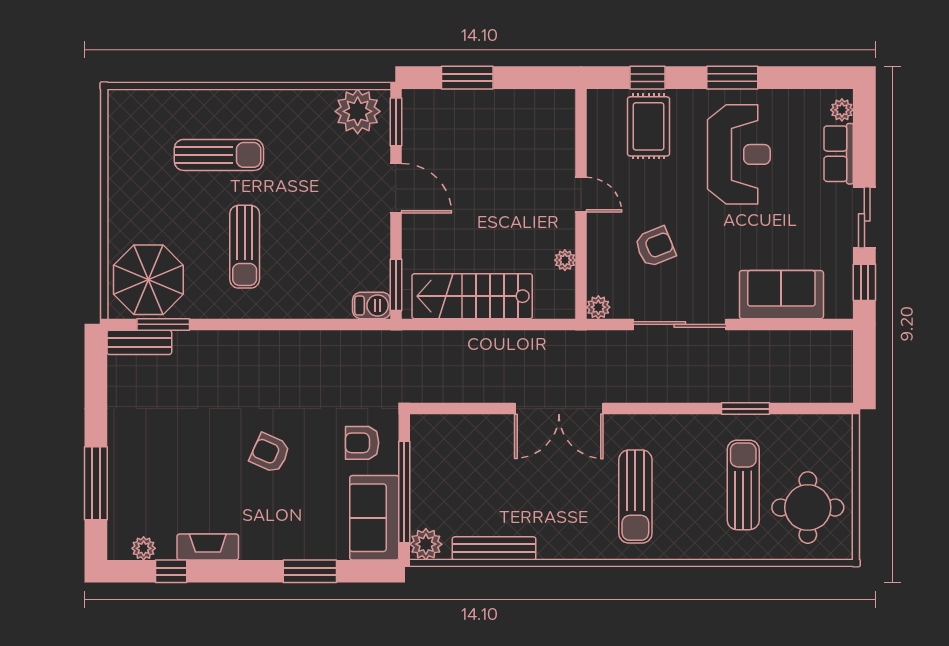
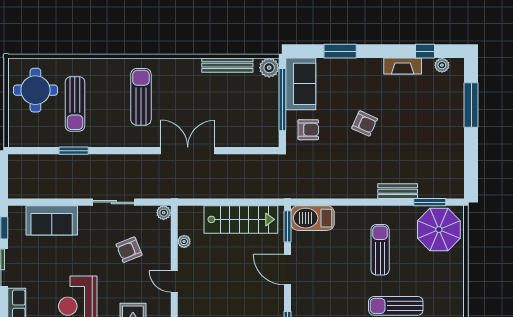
door: (396, 188) -> (287, 270), moved
barbecue: (372, 305) -> (313, 218), width x1.88, depth x1.53
sliding door: (680, 324) -> (114, 202), width x0.73
bench: (139, 342) -> (398, 191), moved

